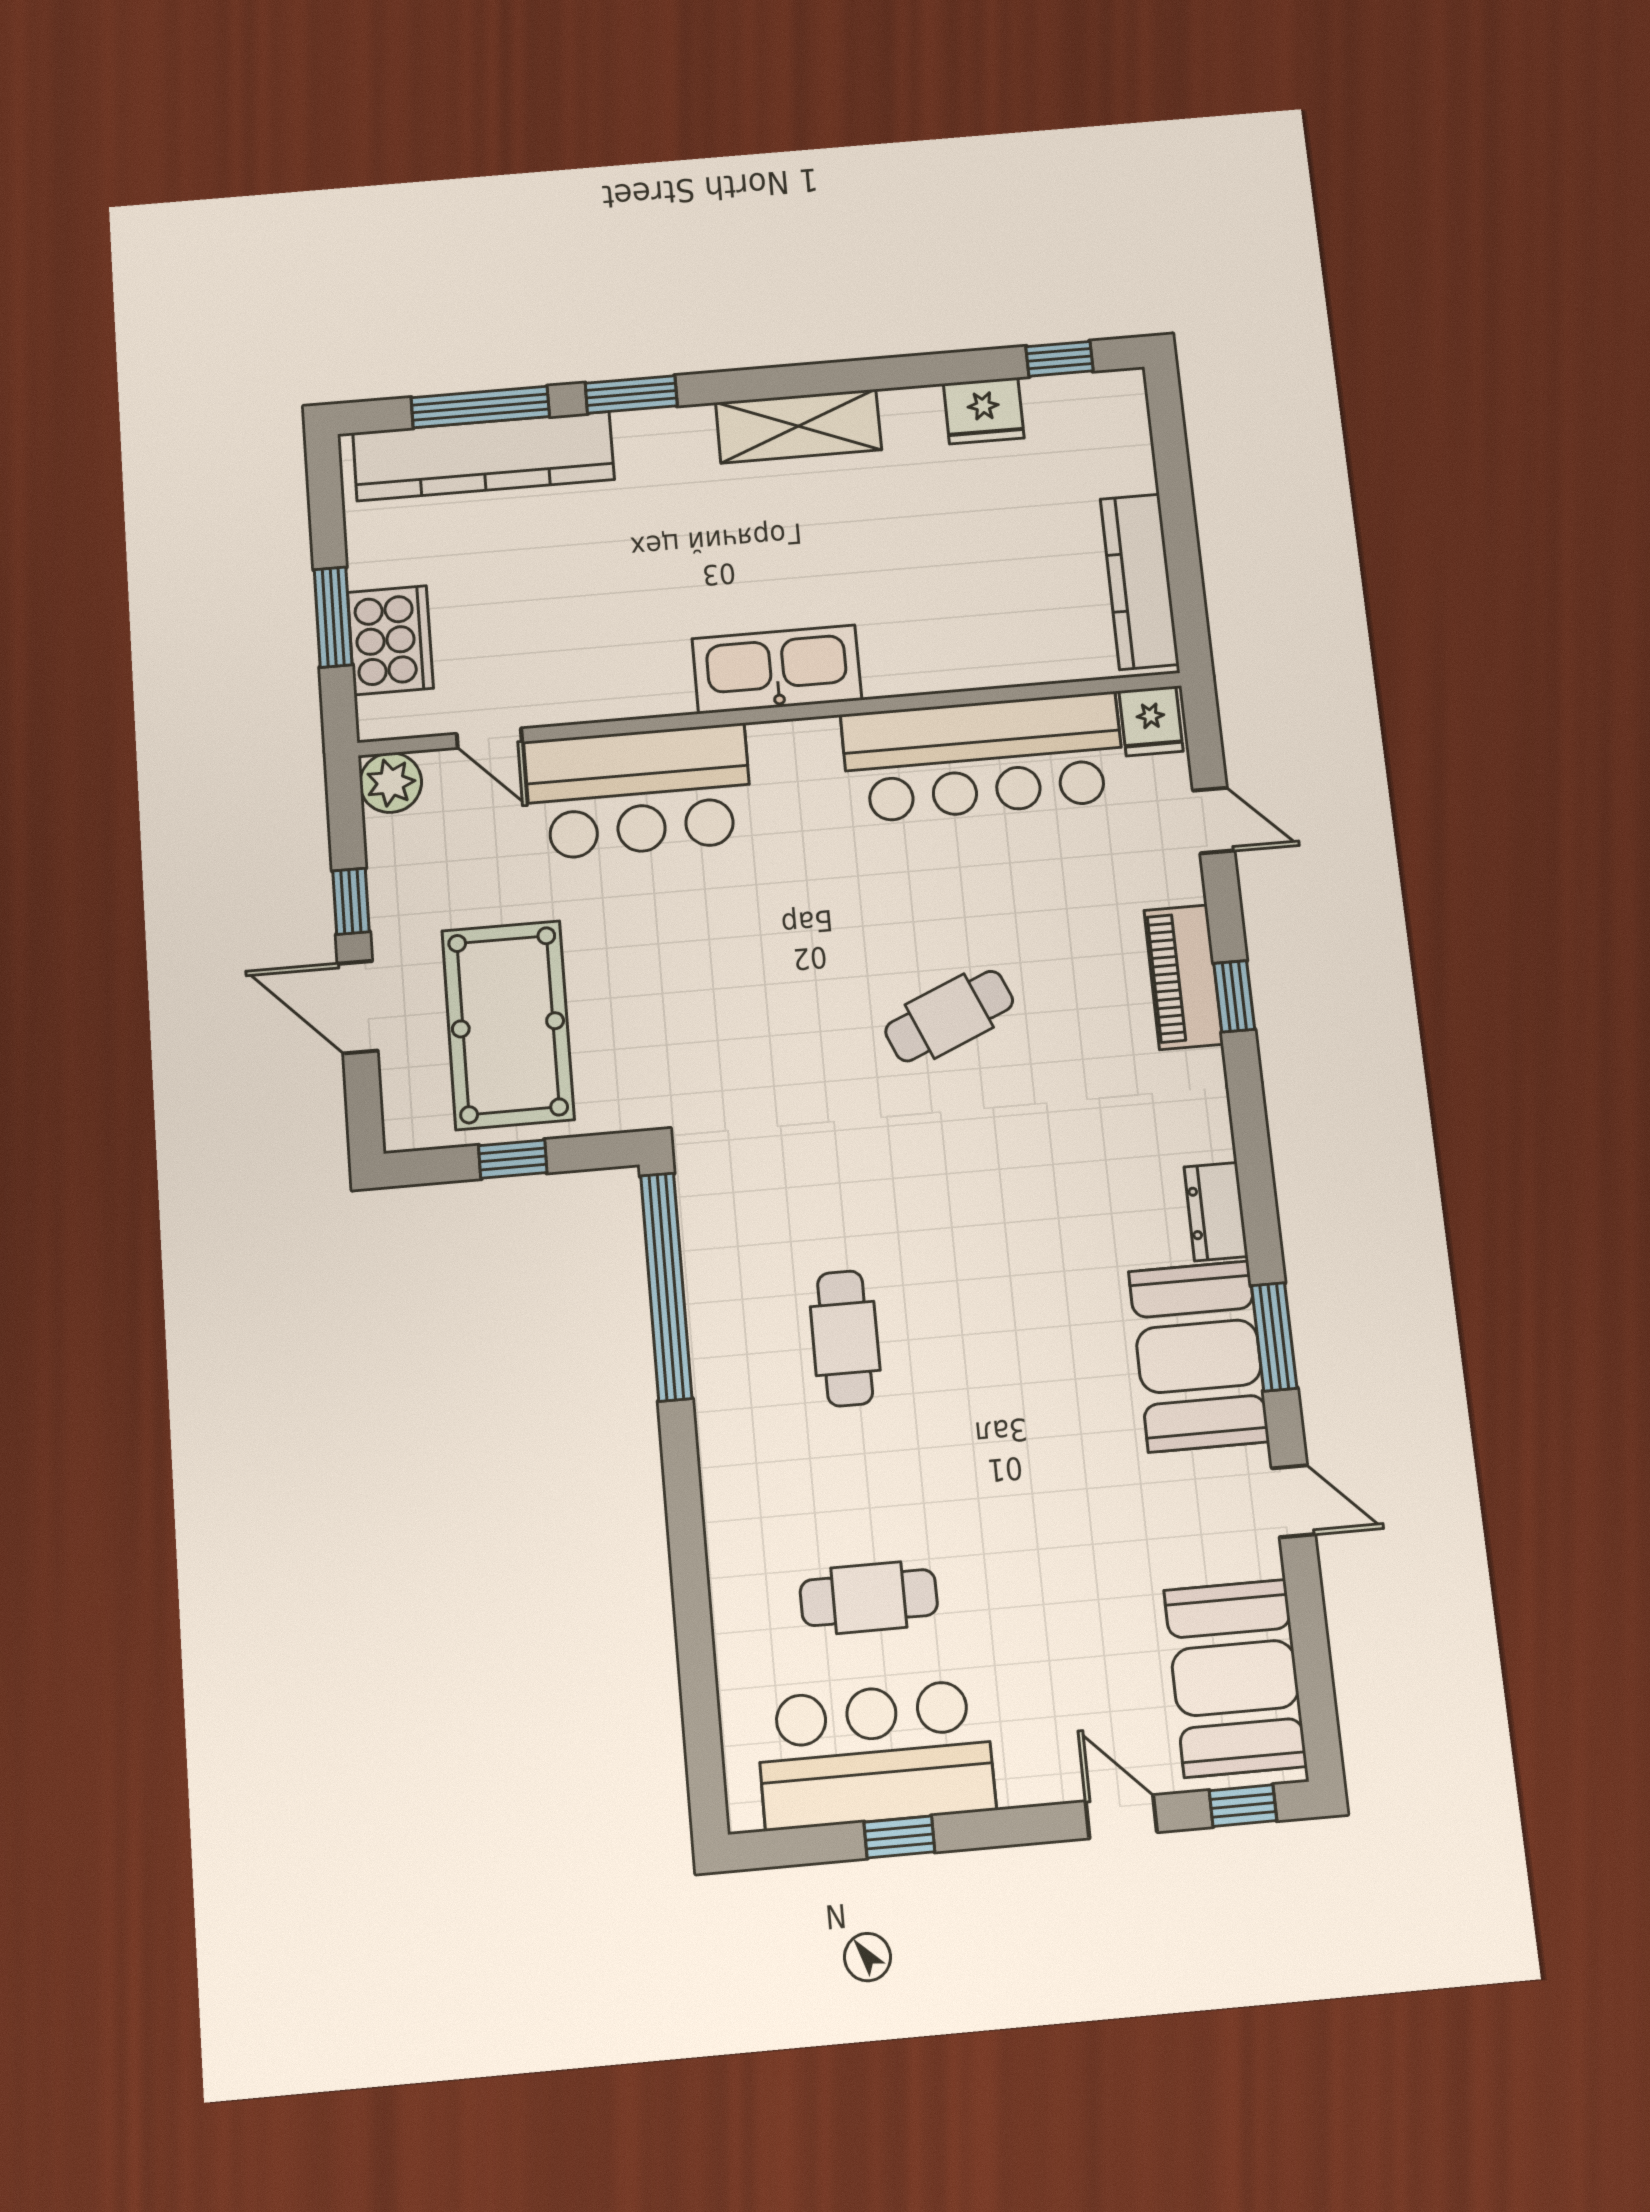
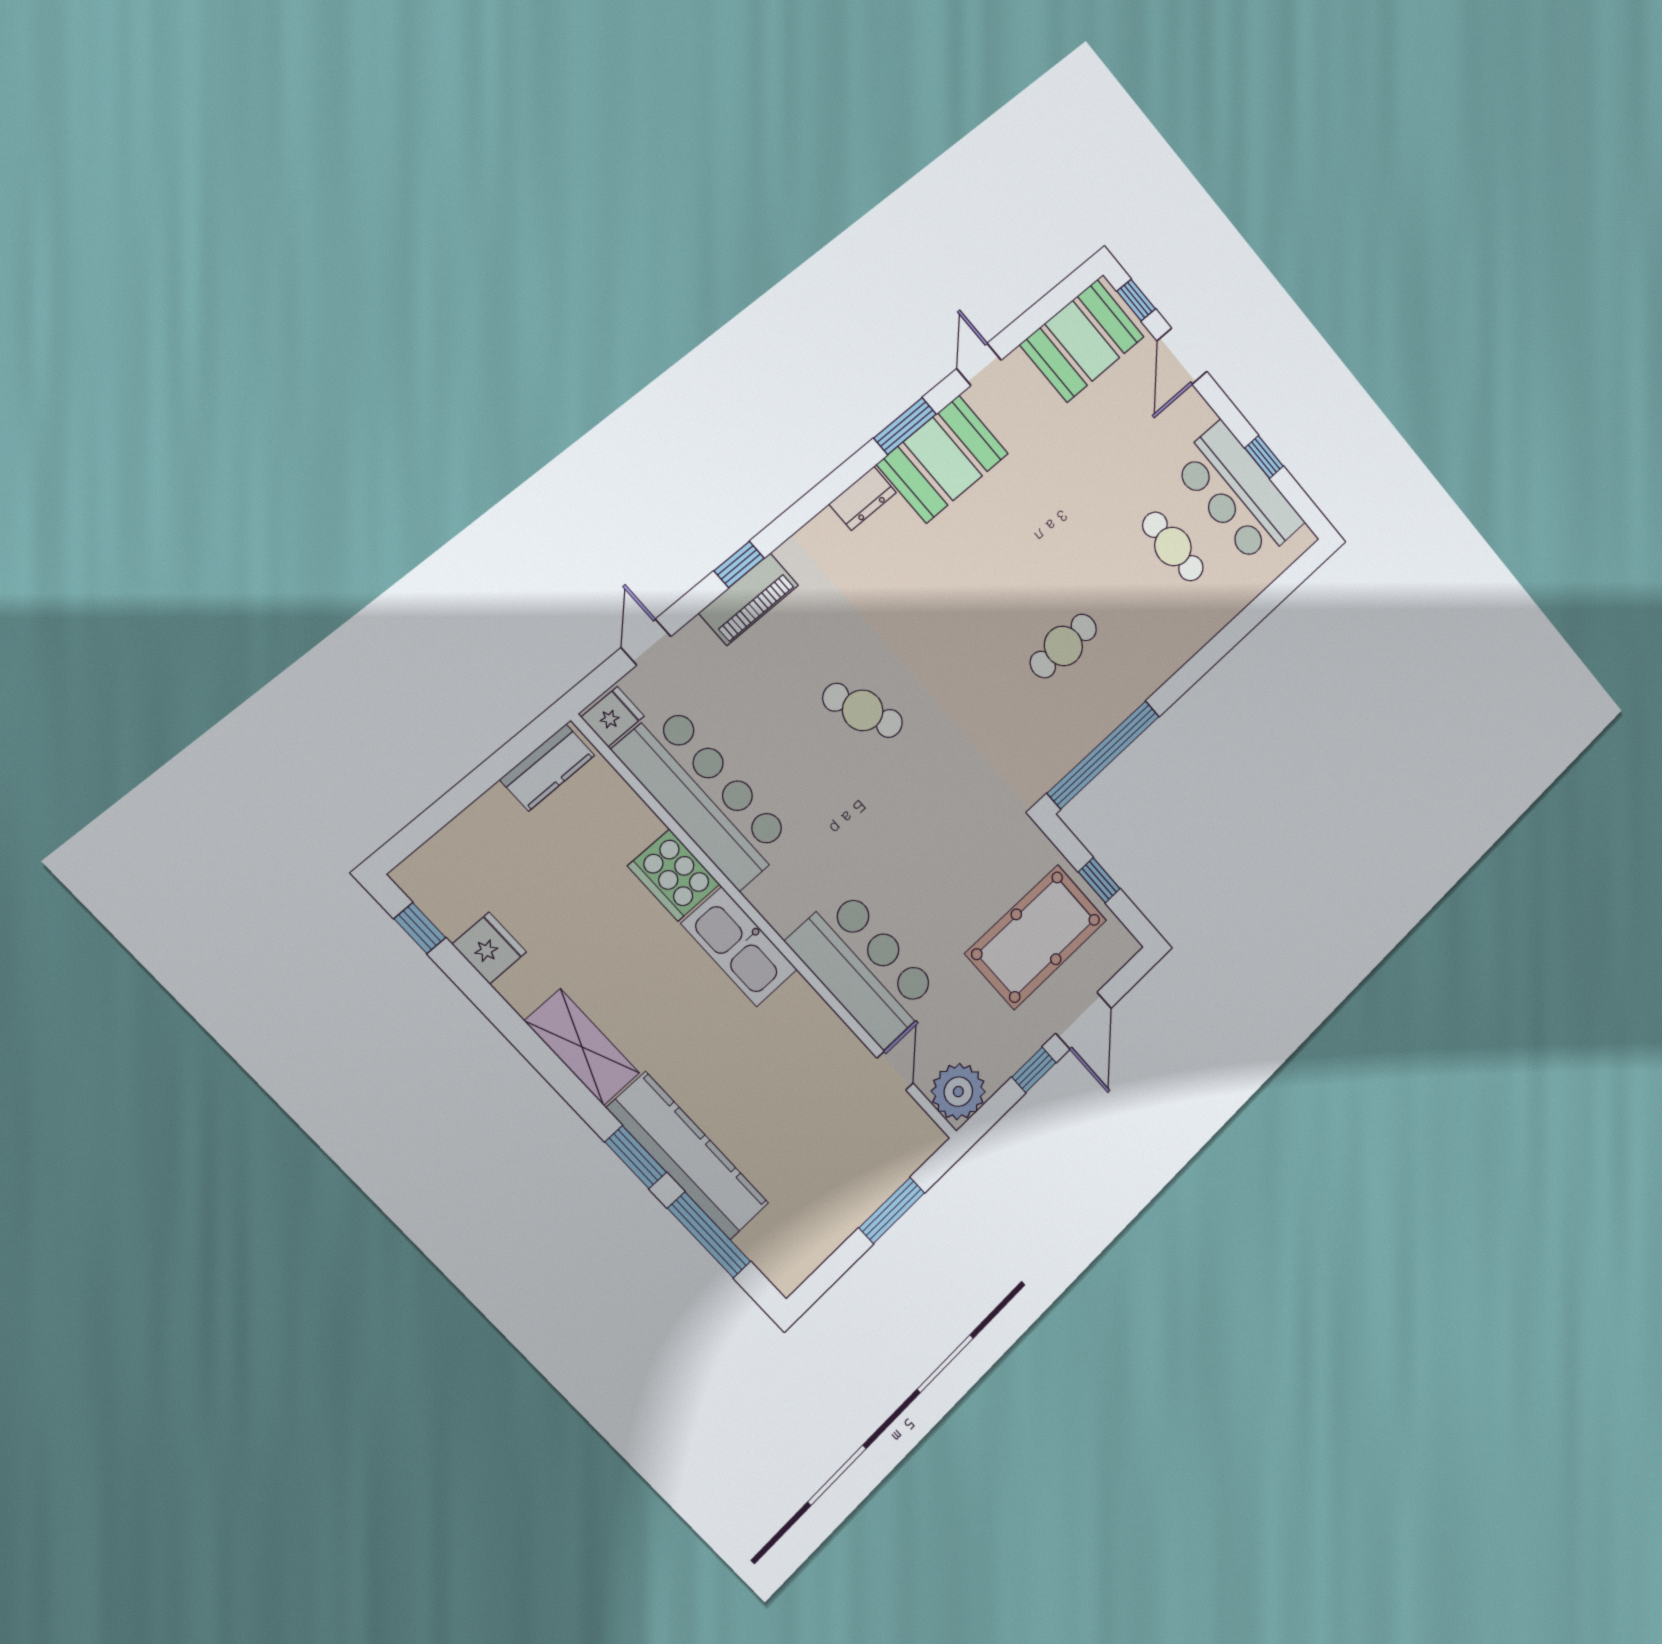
kitchen counter: (483, 456) -> (688, 1156), moved
kitchen counter: (1140, 581) -> (547, 767), width x0.67
cooker: (390, 640) -> (674, 875), moved, turned -90
plant: (391, 783) -> (958, 1092), width x1.36, depth x1.36
door: (1121, 1817) -> (1182, 356), width x1.38

